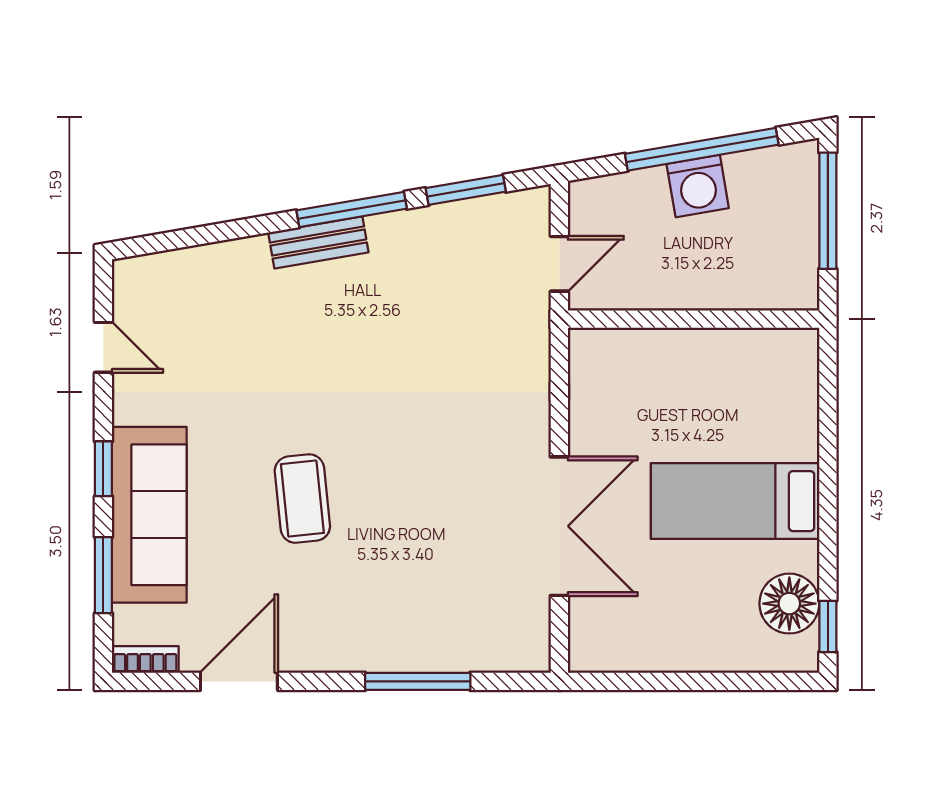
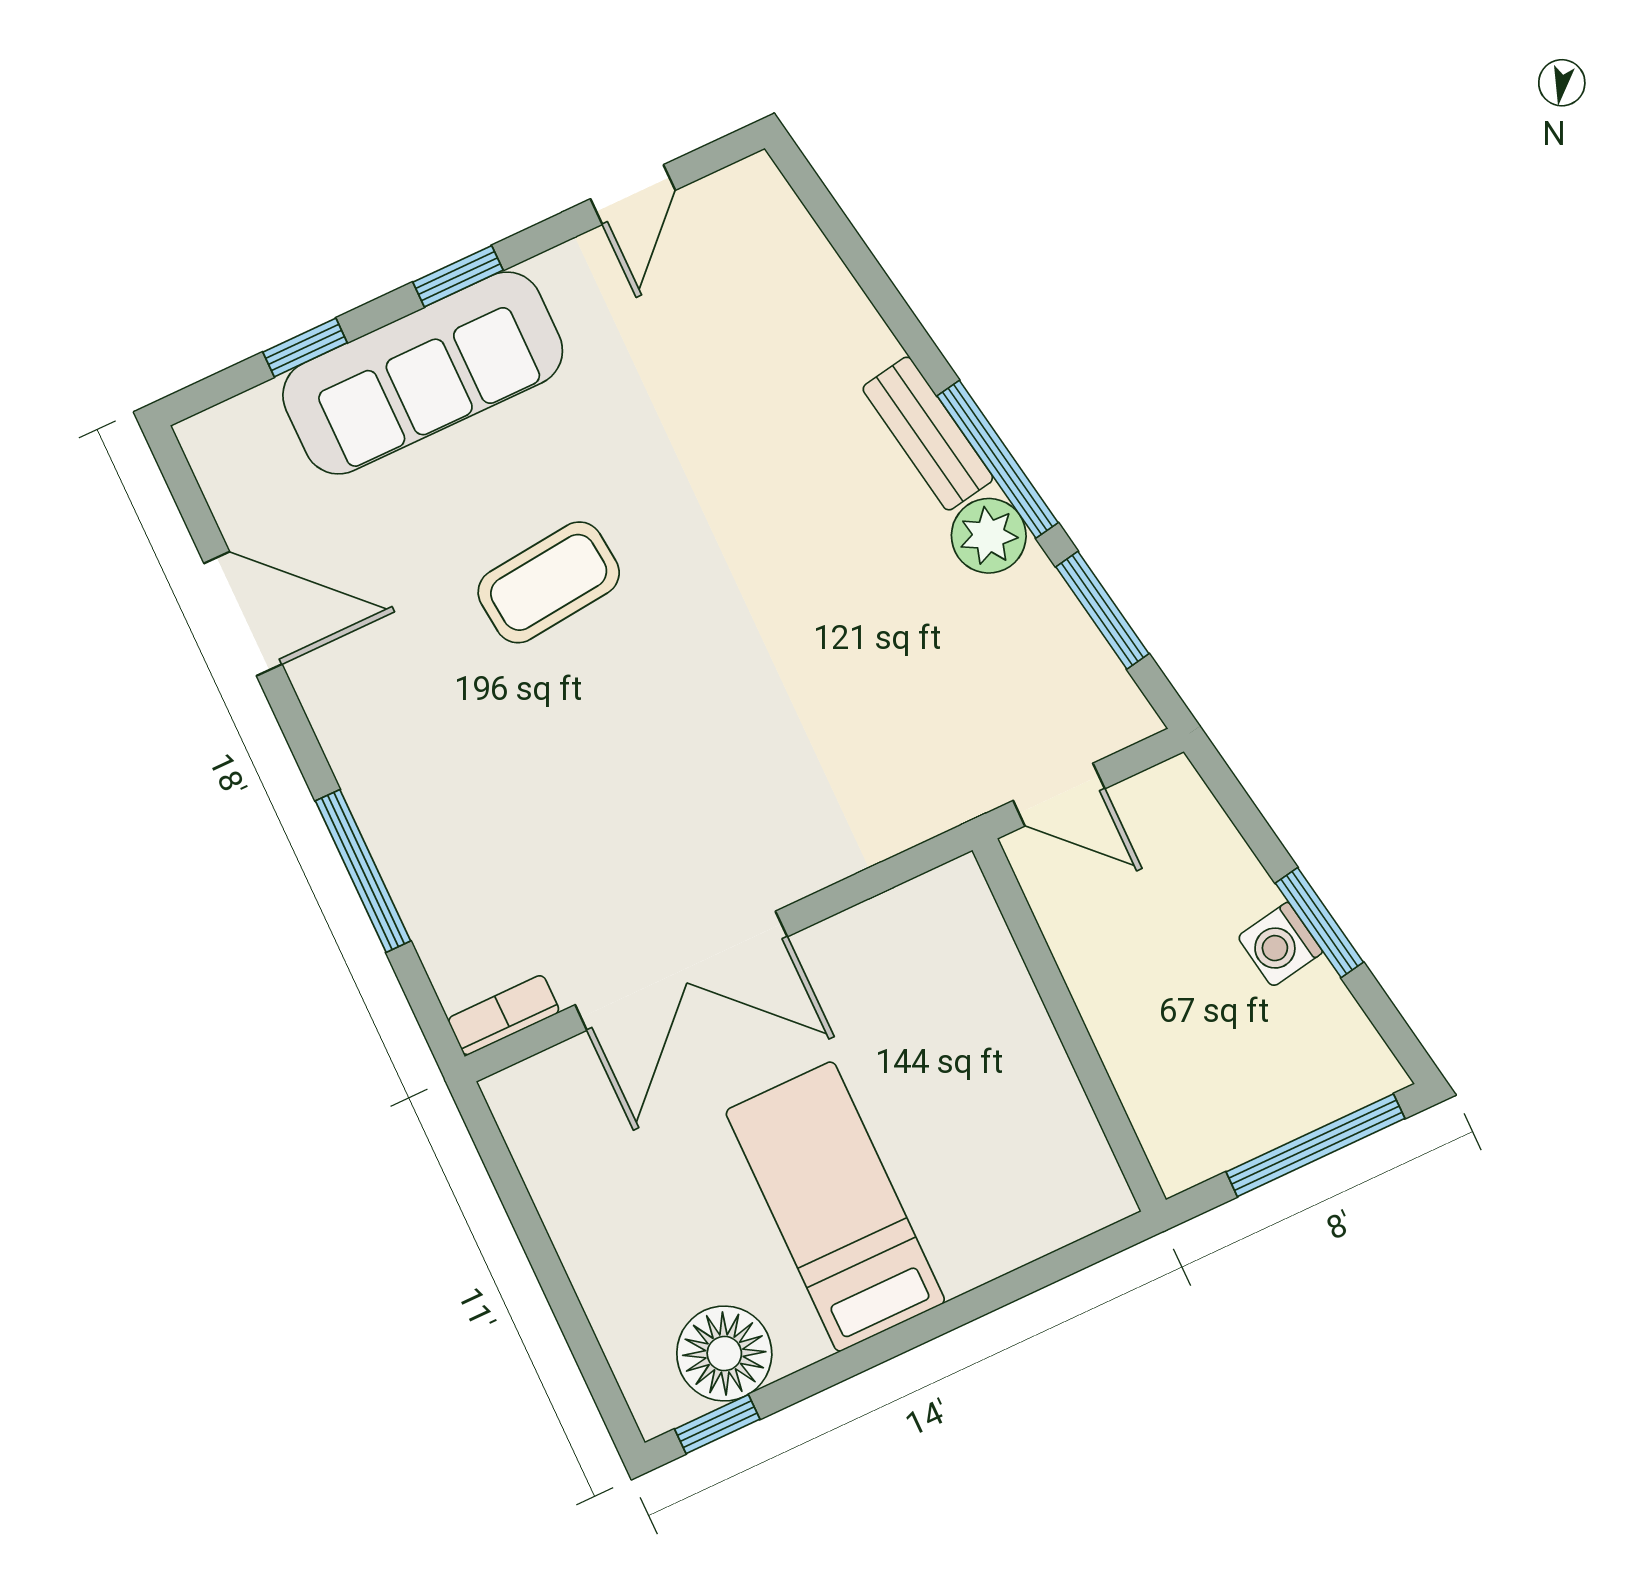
window: (702, 149) -> (1319, 923), width x0.47
washing machine: (698, 186) -> (1280, 944), width x0.73, depth x0.73
plant: (393, 235) -> (989, 536), added
window: (103, 575) -> (305, 347), width x0.67
bookcase: (145, 659) -> (504, 1015), moved, turned -90

